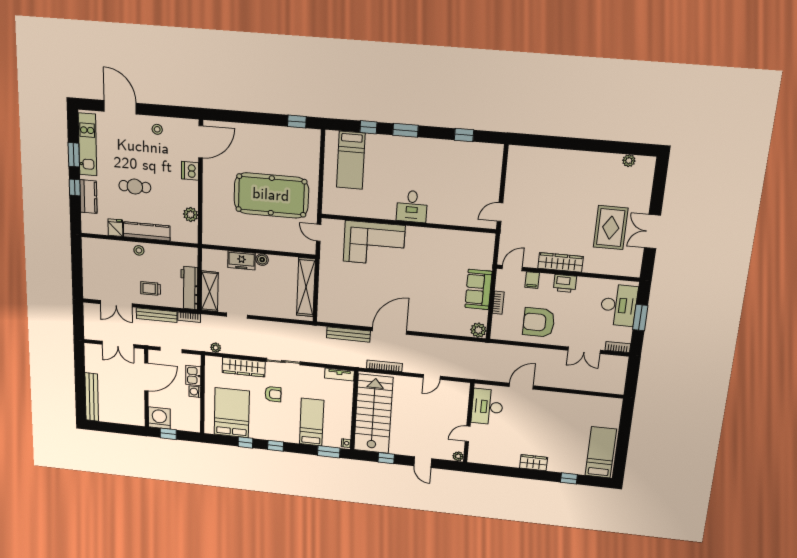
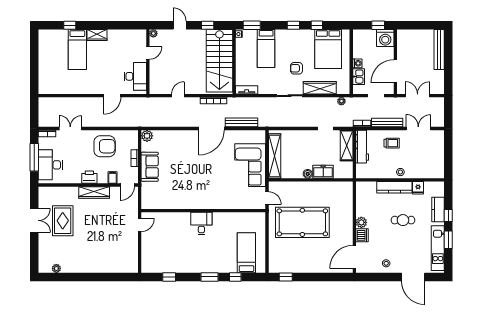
plant: (191, 215) -> (361, 222), moved
corner sofa: (374, 243) -> (250, 165), moved, turned -90
window: (640, 318) -> (34, 157), width x1.44
bed: (601, 452) -> (77, 49), moved

